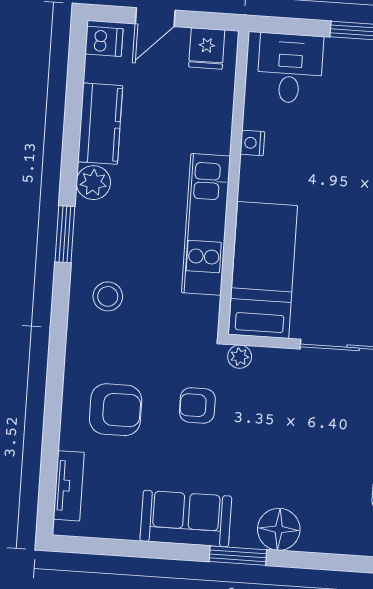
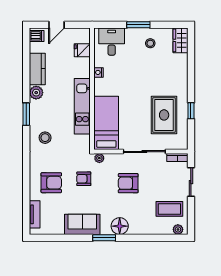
fridge: (207, 48) -> (82, 50), moved, turned 90
armchair: (307, 424) -> (128, 183), added

